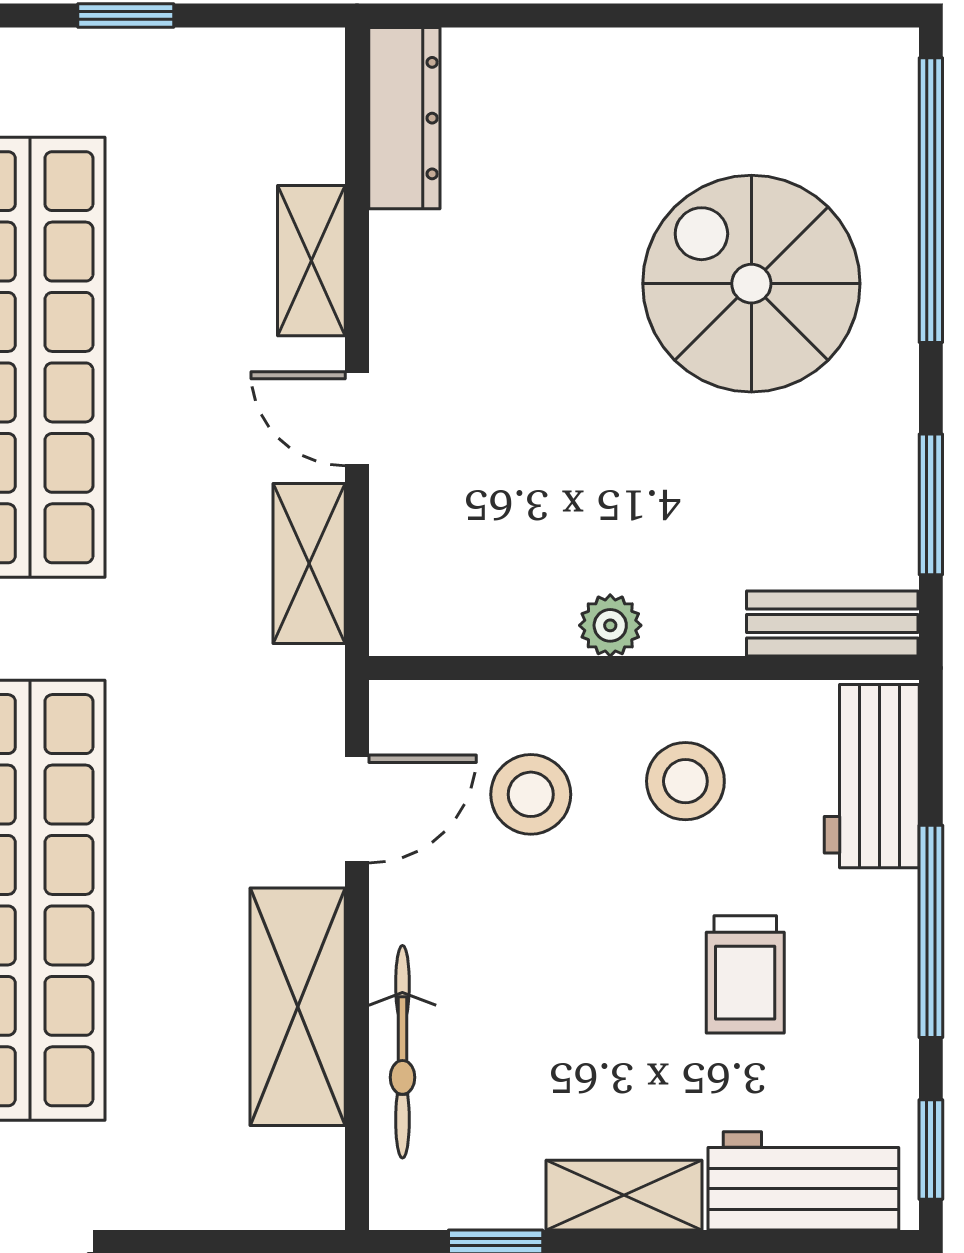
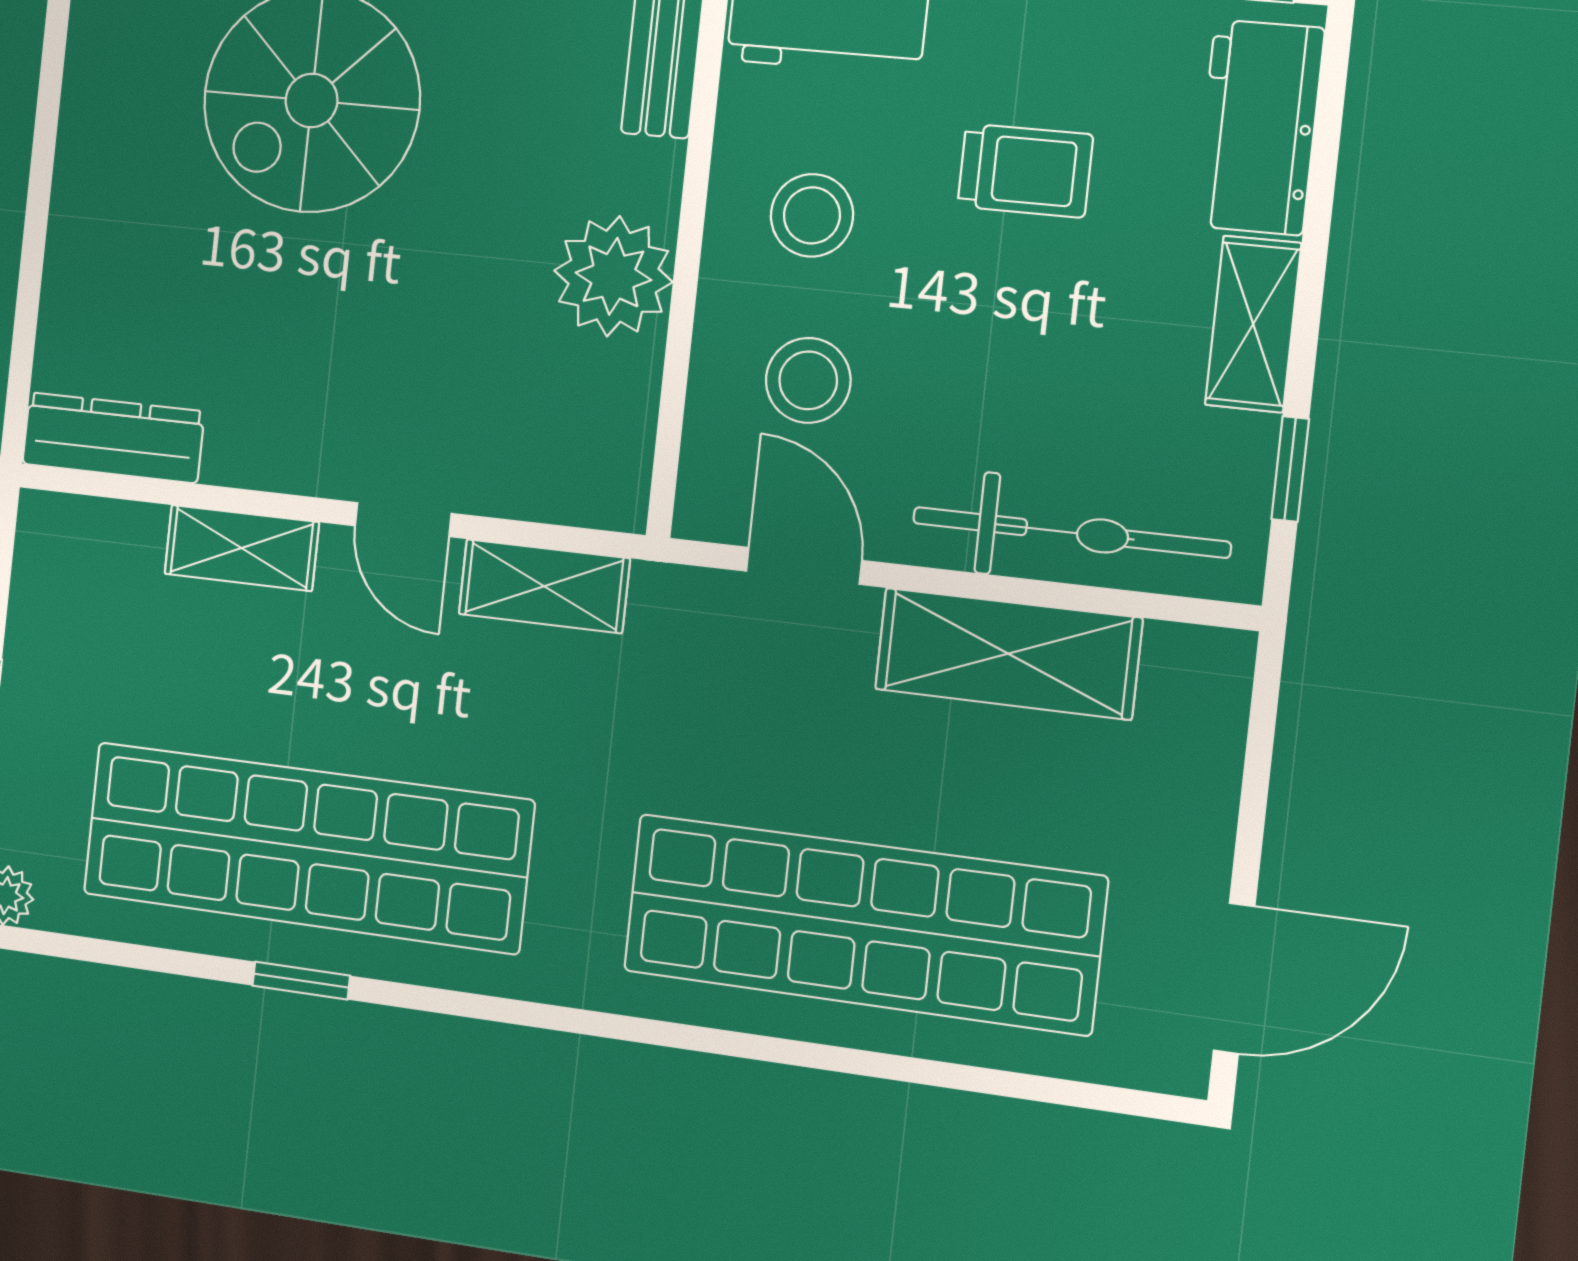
door: (357, 419) -> (403, 520), hinge flipped
plant: (610, 625) -> (613, 276), width x1.87, depth x1.87
bicycle: (402, 1052) -> (1071, 532), width x1.37, depth x1.40

